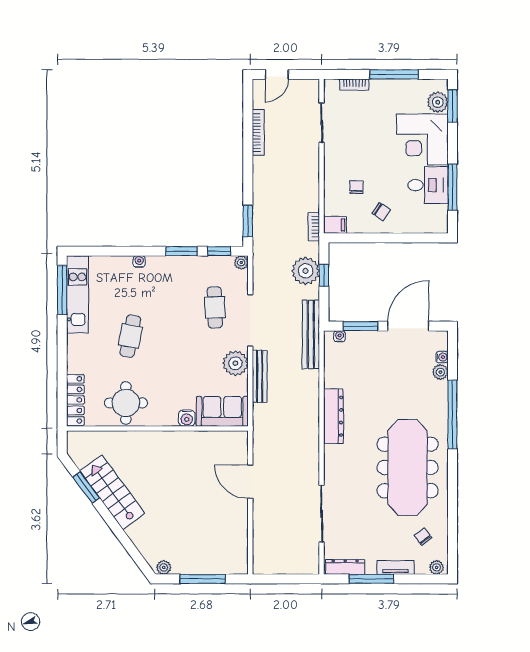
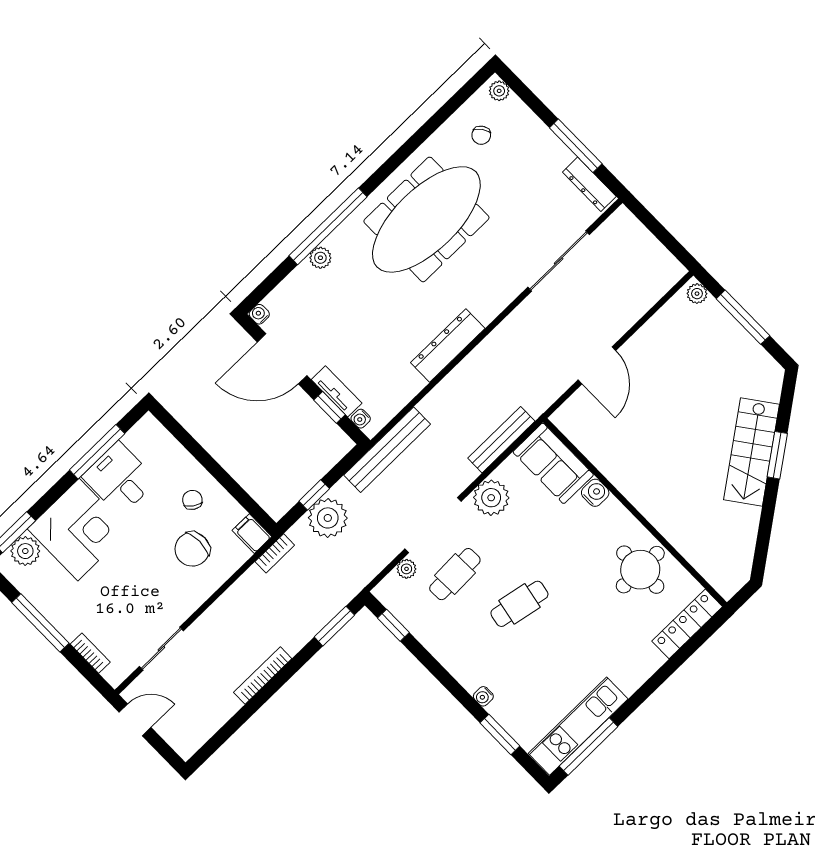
door: (277, 74) -> (135, 720), moved
bookcase: (258, 132) -> (263, 675), moved
chair: (357, 187) -> (192, 549), width x1.87, depth x1.87
window: (181, 251) -> (500, 734), moved
plant: (241, 262) -> (406, 569), moved
window: (360, 326) -> (329, 407), width x0.67
cafe table: (130, 336) -> (519, 604), moved
water cooler: (442, 357) -> (259, 314), moved
plant: (440, 372) -> (320, 258), moved
bench: (260, 376) -> (501, 440), moved
window: (86, 487) -> (777, 455), moved
stairs: (112, 492) -> (752, 452), moved
plant: (164, 567) -> (697, 294), moved
tv unit: (396, 567) -> (337, 391), moved, turned 180

